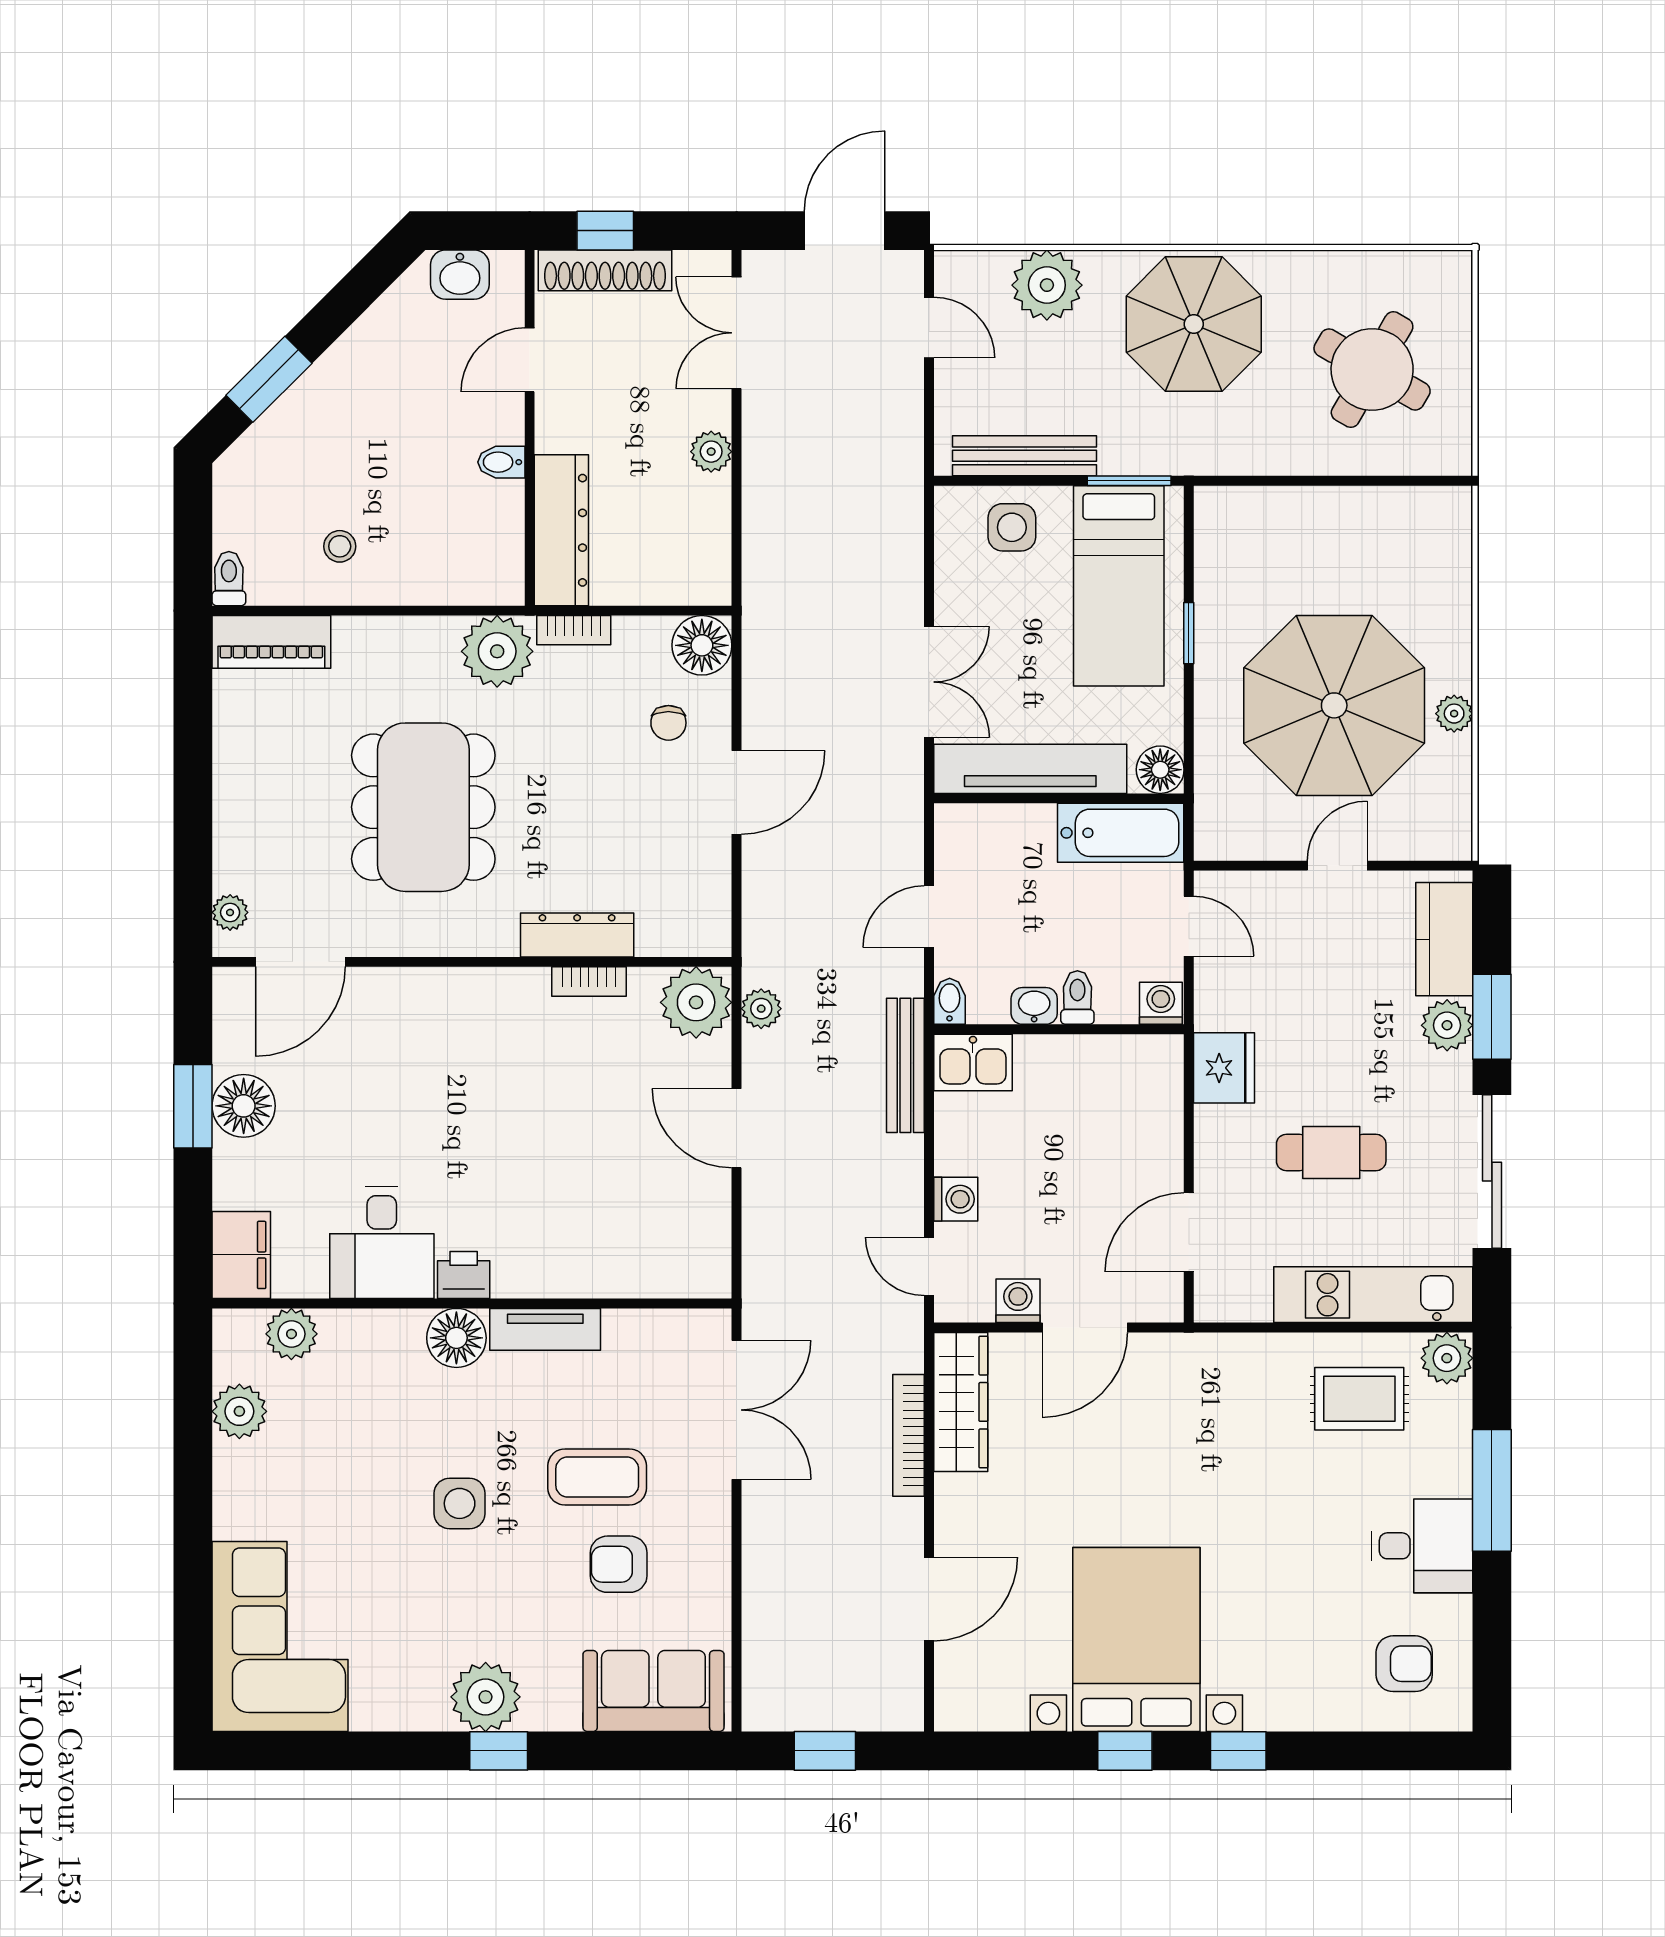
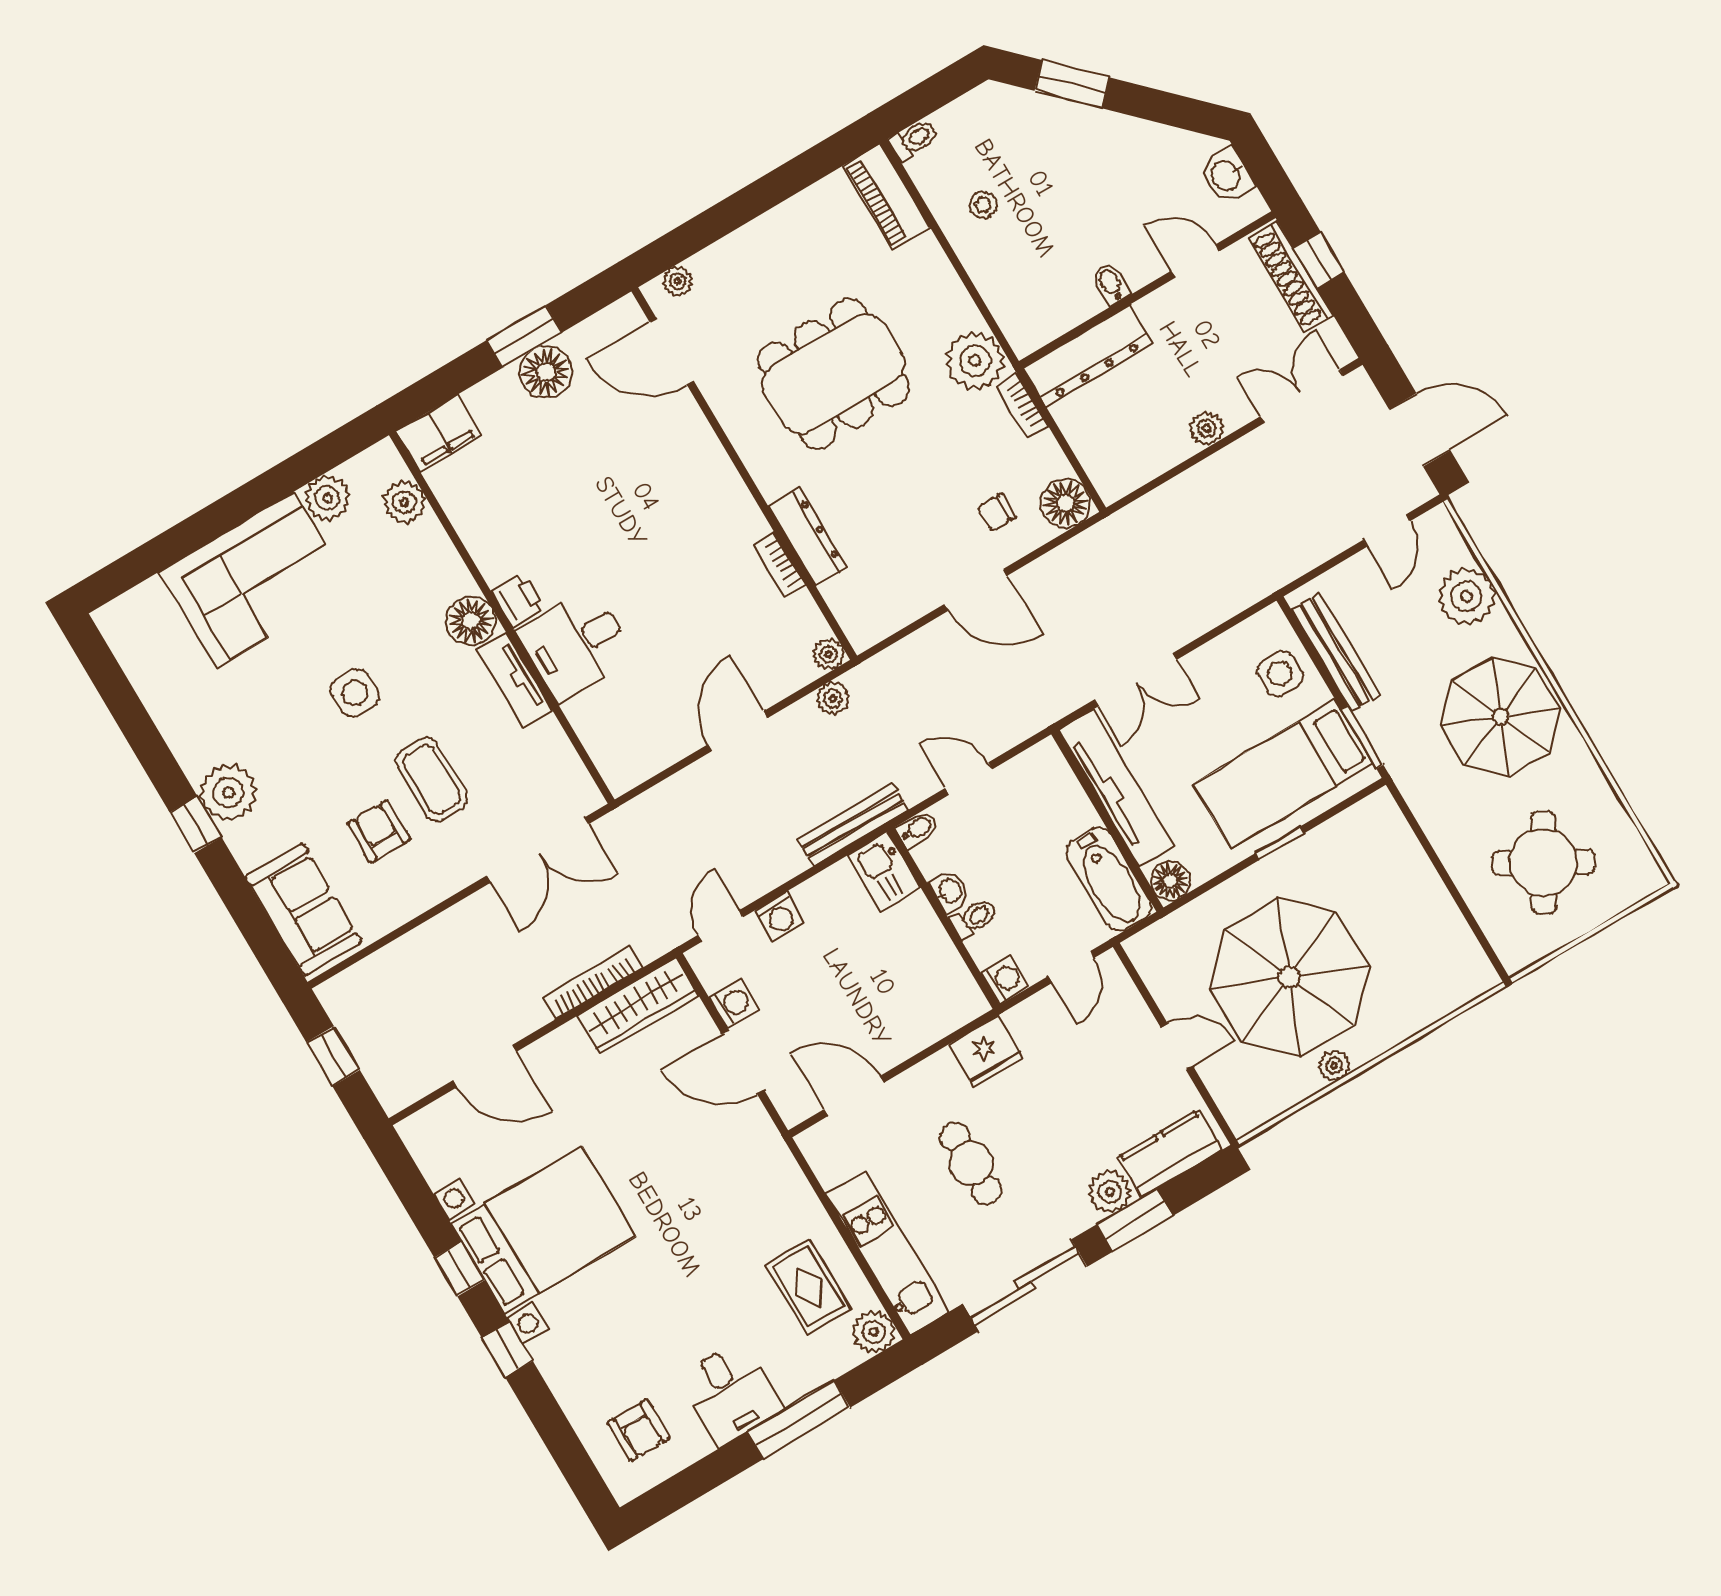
plant: (696, 1002) -> (829, 654), width x0.53, depth x0.53
desk: (382, 1243) -> (576, 644), moved
corner sofa: (280, 1636) -> (255, 580), moved

